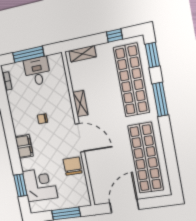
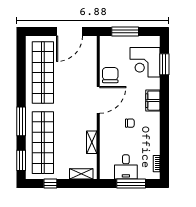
shelving: (80, 104) -> (92, 142), moved
door: (80, 138) -> (98, 100), swing flipped
chair: (73, 166) -> (110, 75), turned 180

